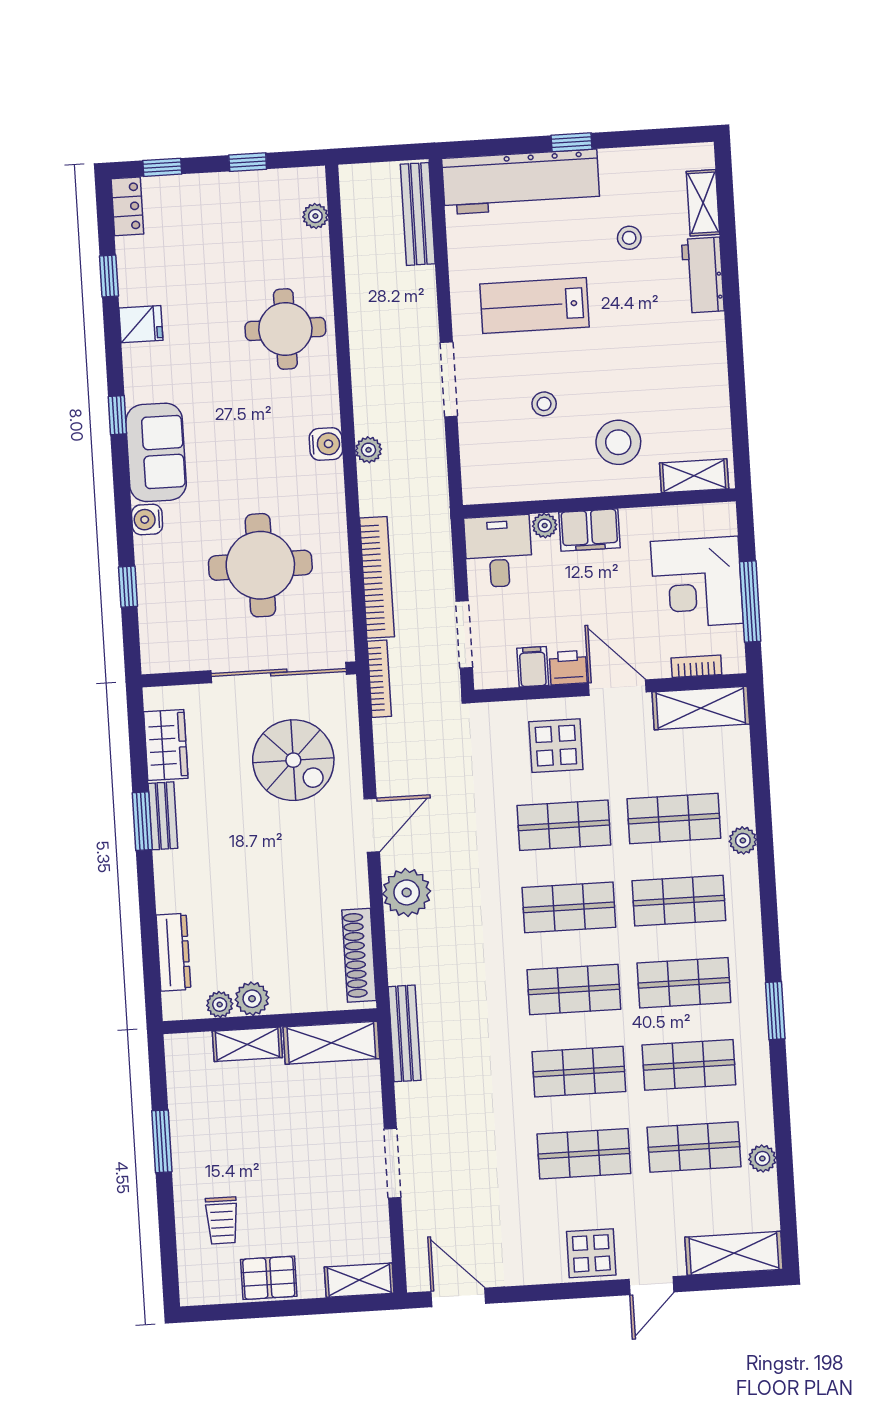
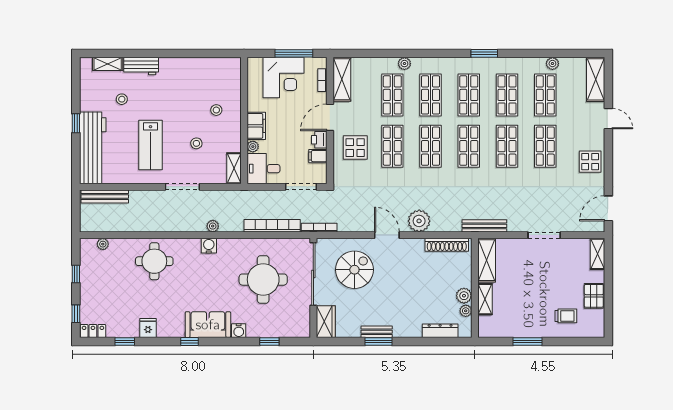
stool: (618, 442) -> (216, 110), width x0.53, depth x0.53
shelving: (694, 476) -> (234, 168), moved
wardrobe: (166, 745) -> (326, 322), moved, turned 90
display table: (591, 1253) -> (590, 162), moved

